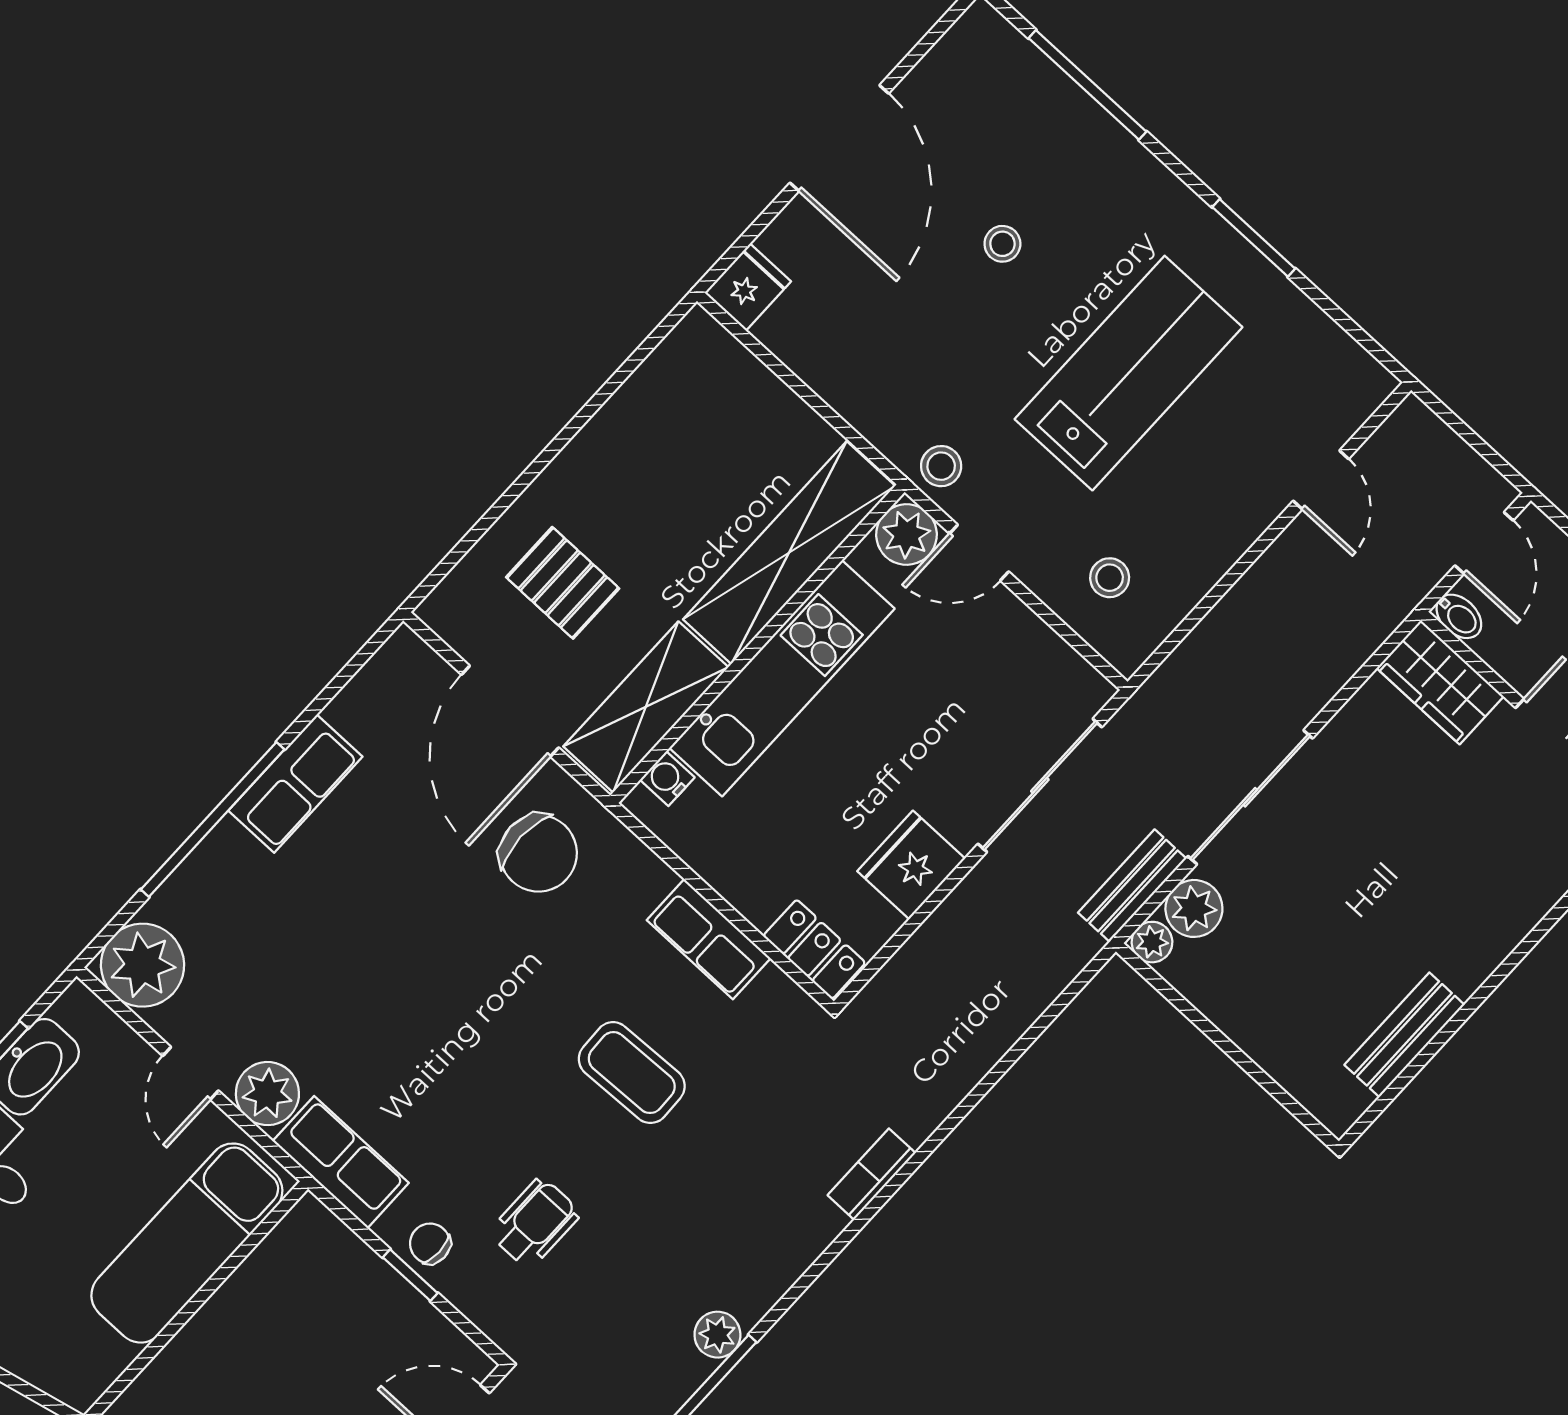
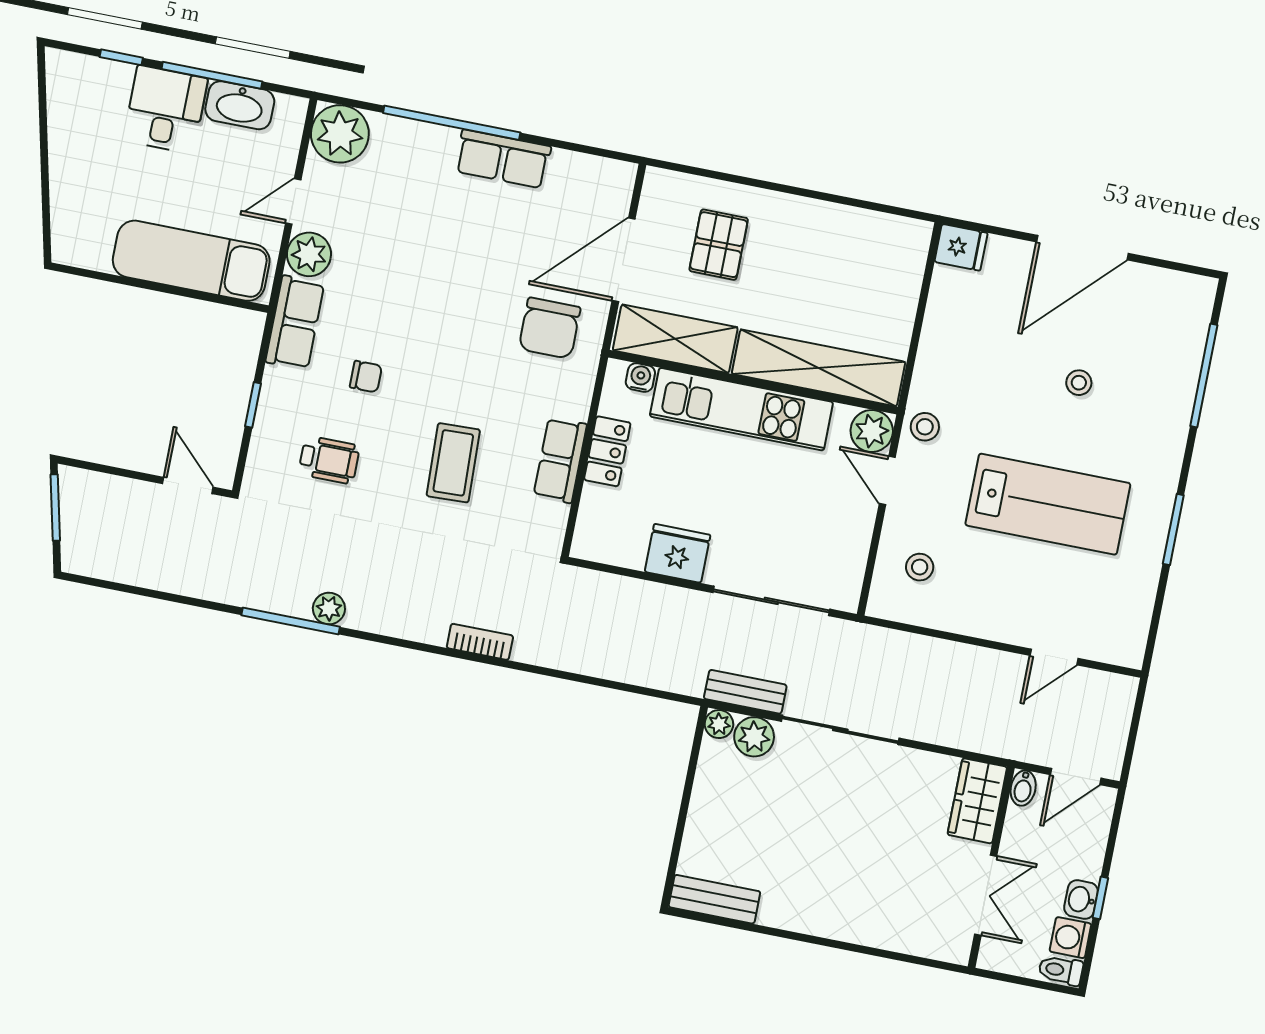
locker: (814, 949) -> (607, 451), moved
bench: (1404, 1035) -> (714, 899), moved
chair: (430, 1244) -> (366, 377), moved, turned 90

